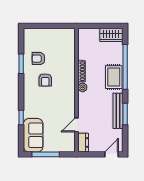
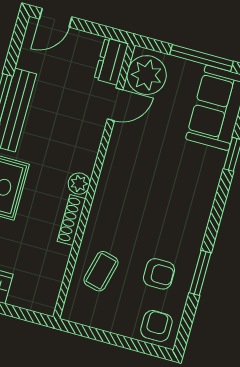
coffee table: (63, 53) -> (101, 271), added
armchair: (45, 80) -> (156, 326), moved
plant: (67, 141) -> (147, 75), added

